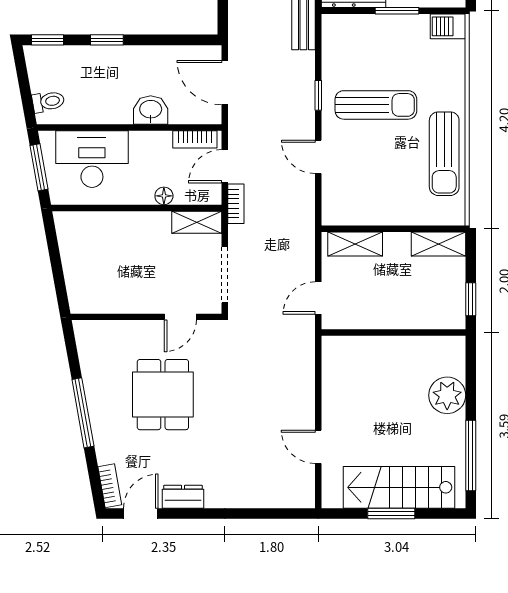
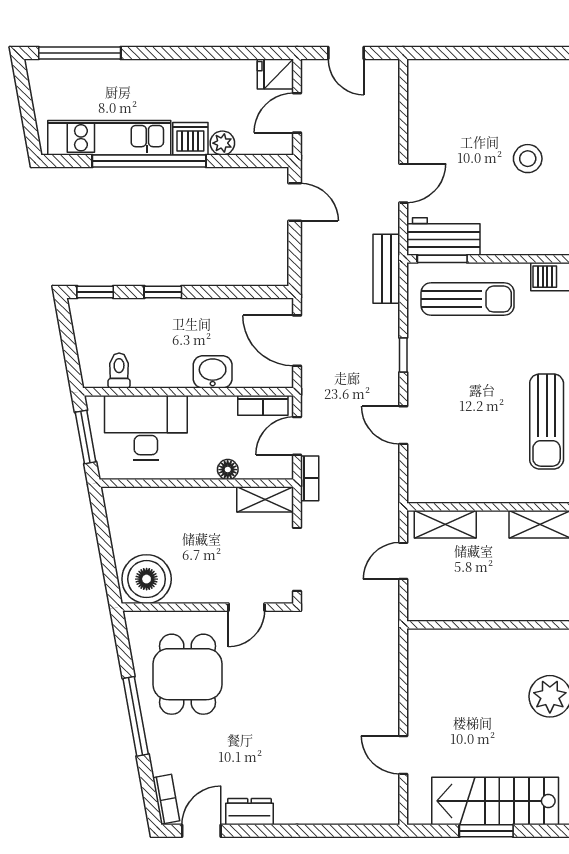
window: (397, 11) -> (442, 259), moved
toilet: (48, 102) -> (119, 371), moved, turned -80
sun lounger: (376, 105) -> (468, 299), moved
boiler: (93, 292) -> (147, 579), added
door: (318, 298) -> (403, 561), moved
dining table: (163, 395) -> (187, 674), moved

